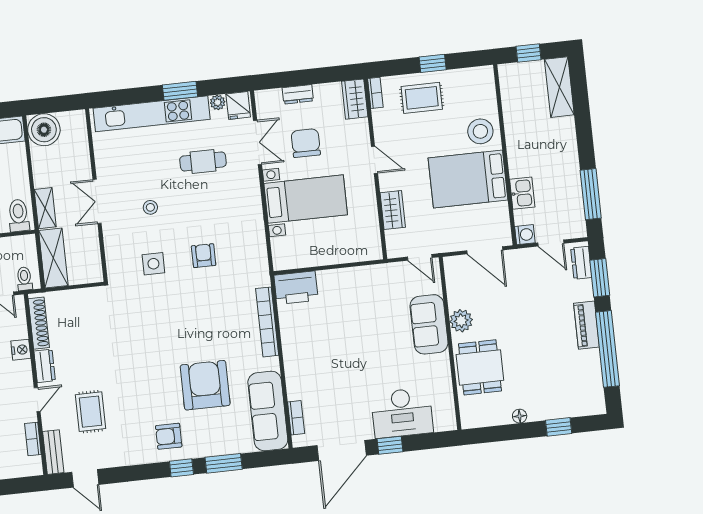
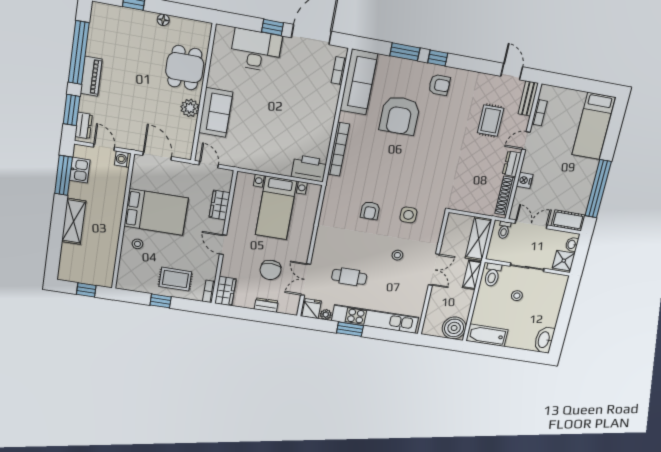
shelving: (559, 87) -> (74, 221), moved
stool: (480, 131) -> (137, 244), width x0.53, depth x0.53
kitchen sink: (522, 193) -> (80, 170), moved, turned 180
bed with nightstands: (306, 199) -> (276, 208), moved, turned -90

